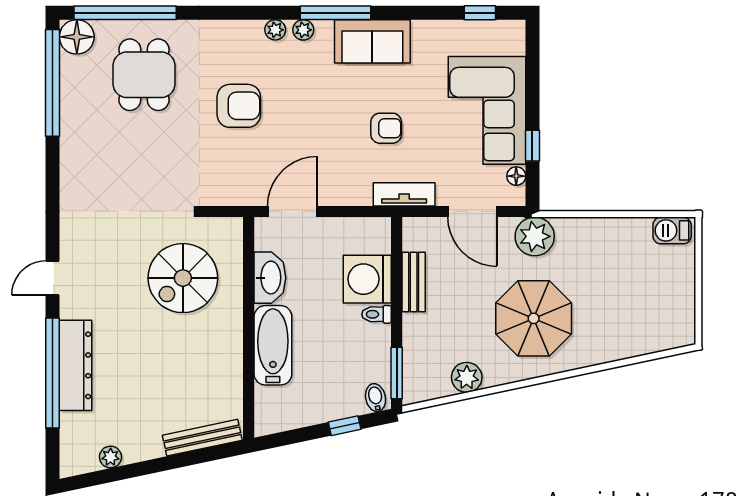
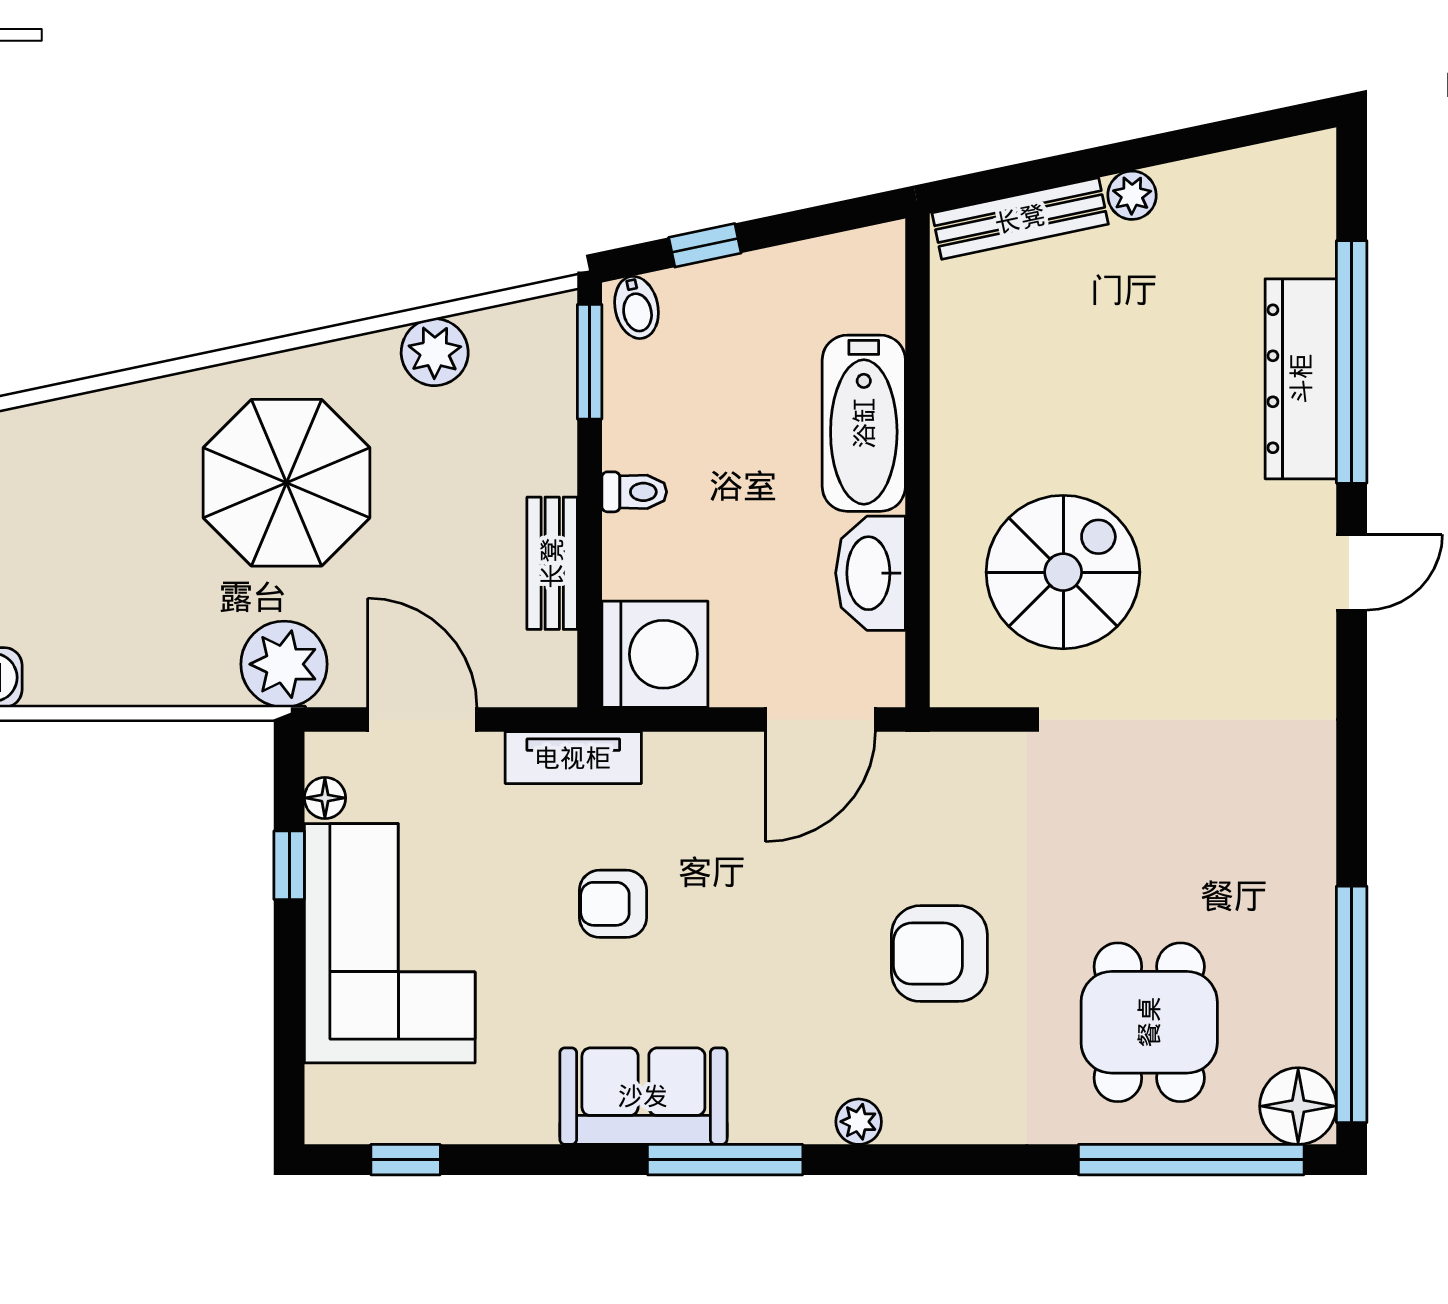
plant: (303, 30) -> (797, 1122), removed
washing machine: (367, 279) -> (655, 654), moved
plant: (110, 457) -> (1132, 195), moved

